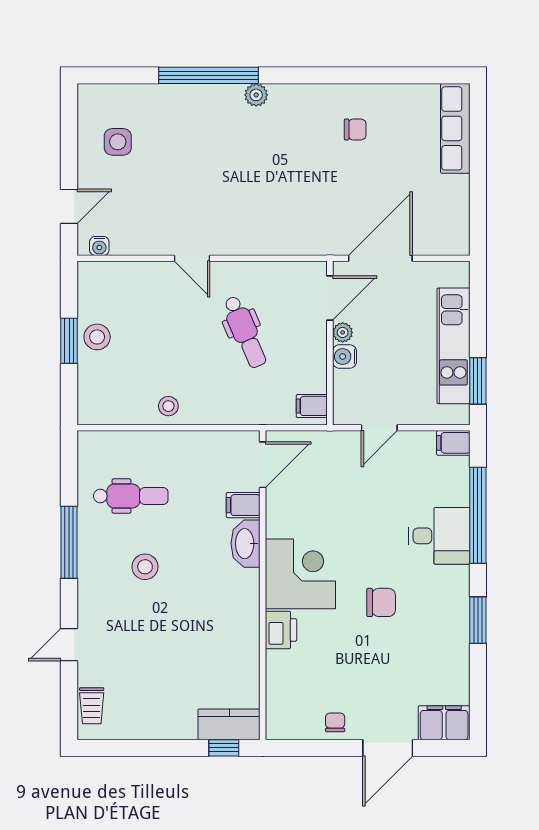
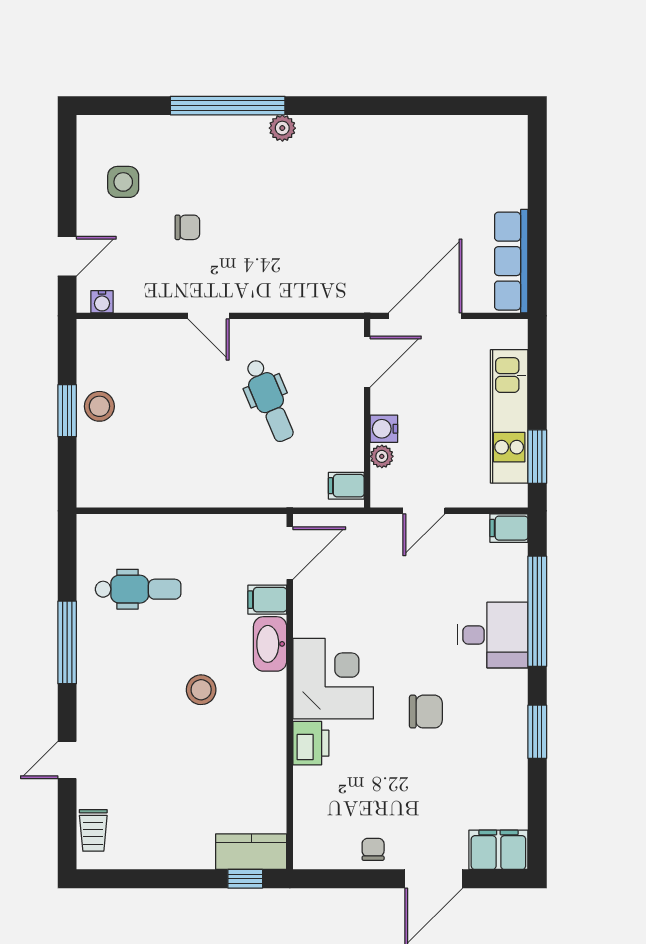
row of seats: (455, 128) -> (511, 261), moved
chair: (355, 129) -> (187, 227), moved
plant: (343, 332) -> (382, 456), moved
stool: (168, 406) -> (181, 486), removed
stool: (145, 567) -> (201, 690), moved

